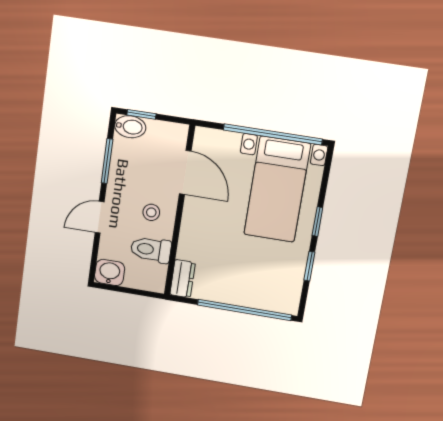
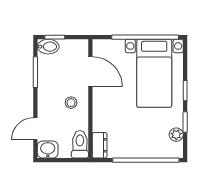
door: (100, 217) -> (35, 129), moved
toilet: (151, 250) -> (80, 144), moved, turned 90
plant: (294, 282) -> (176, 135), added

